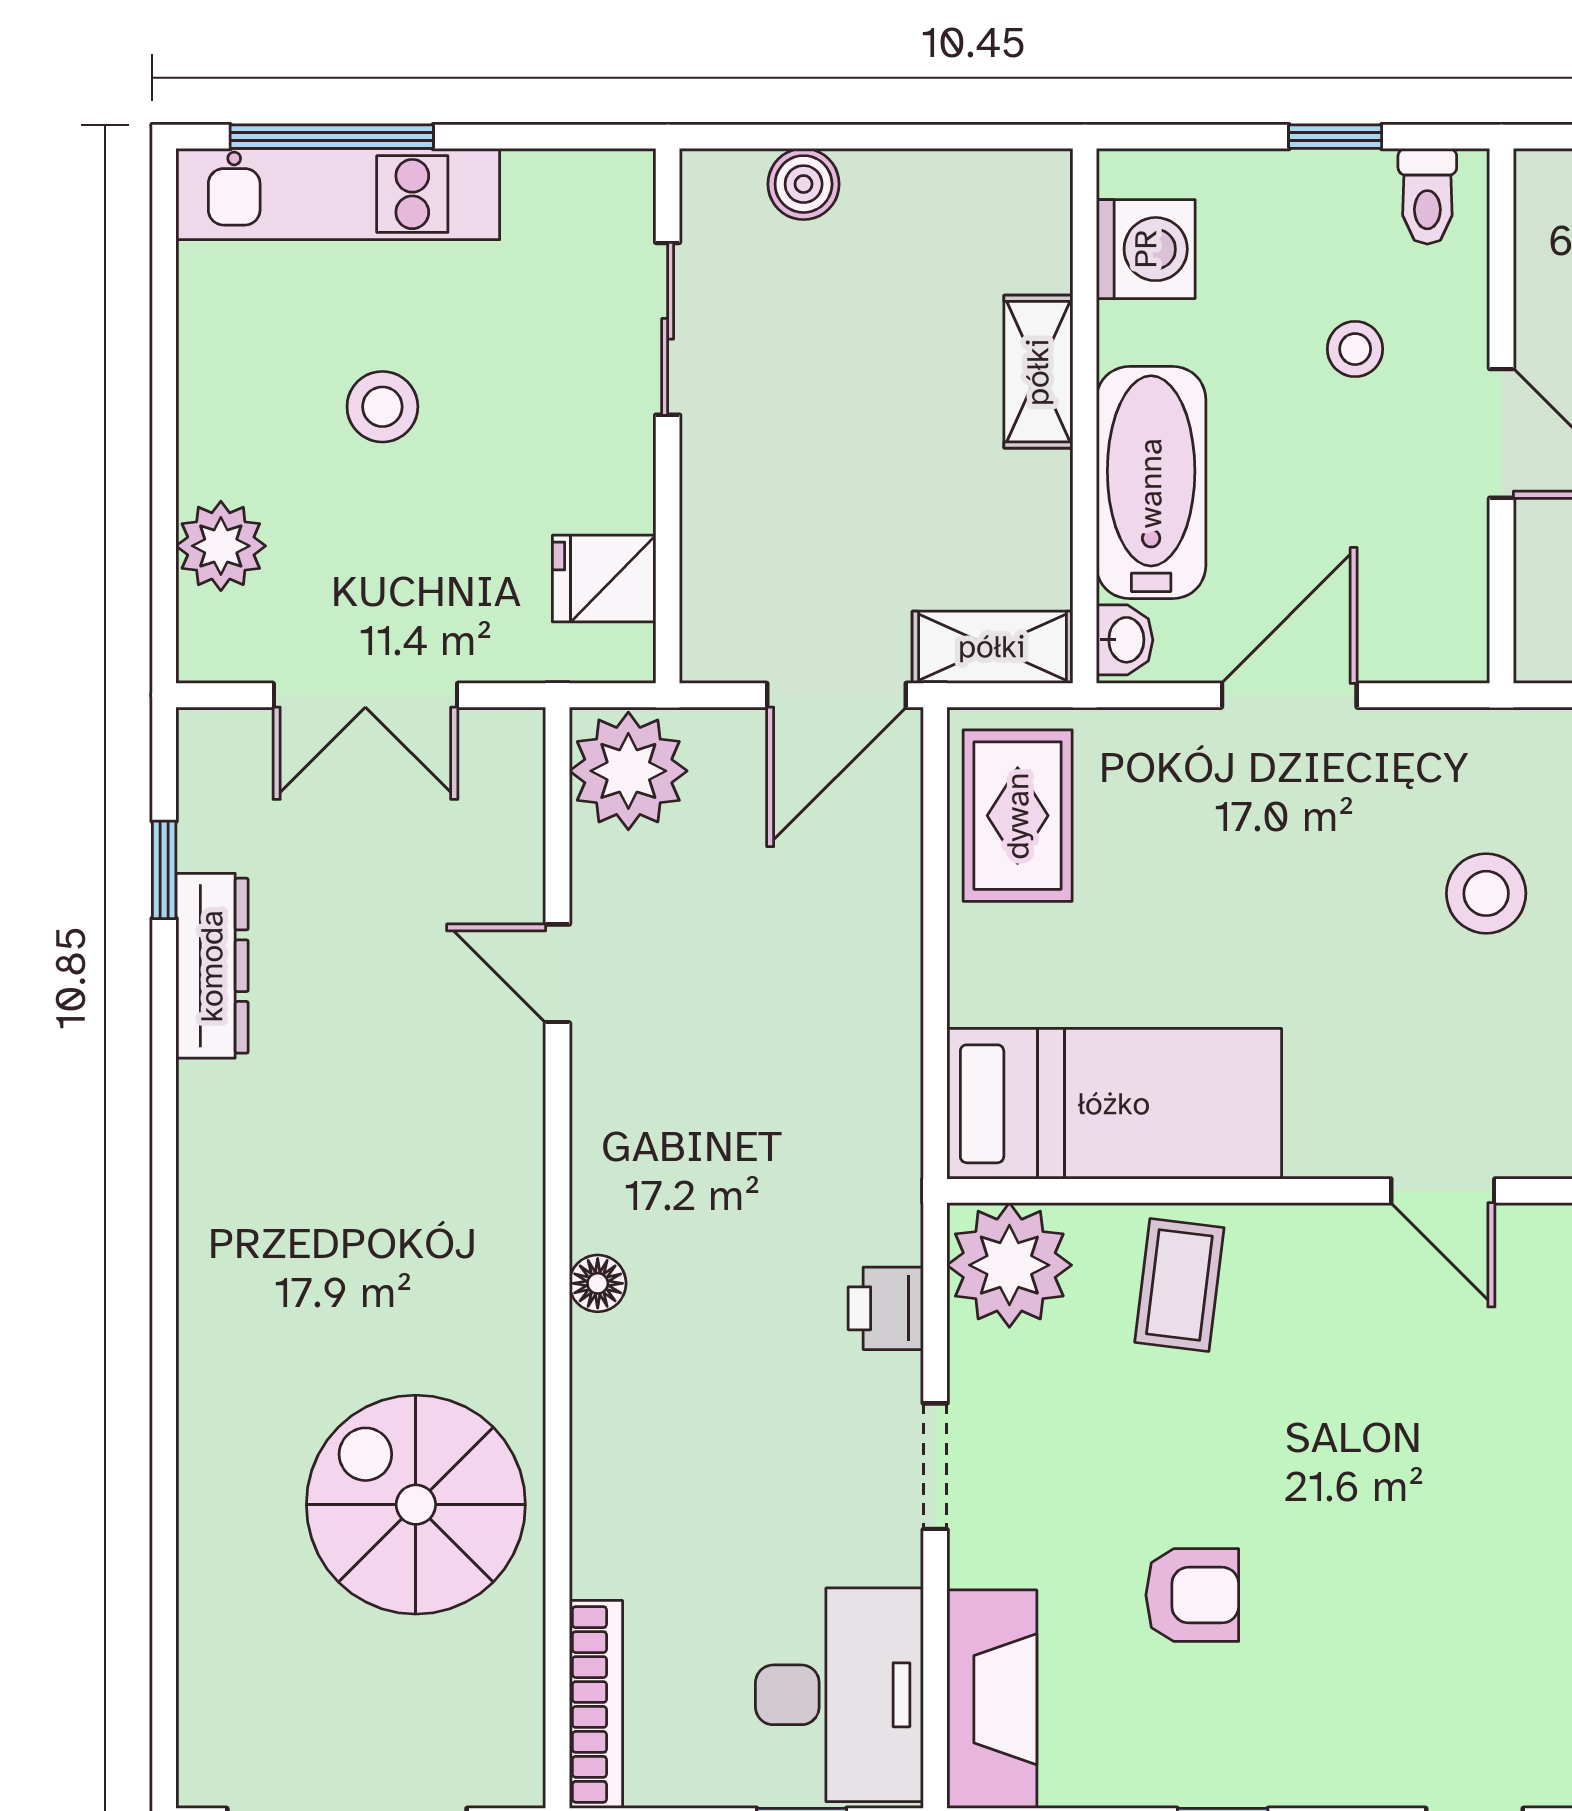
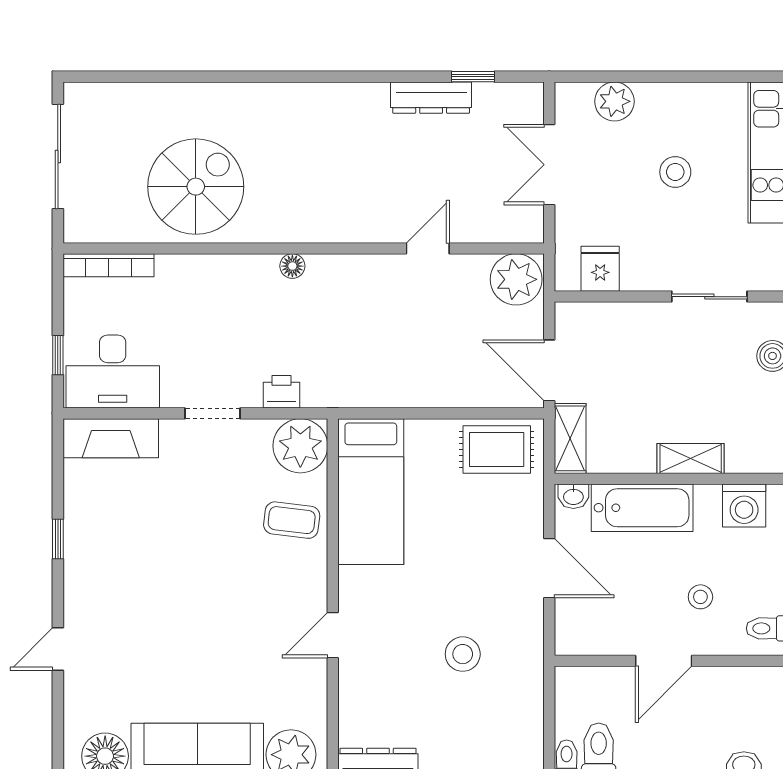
armchair: (1192, 1595) -> (156, 526), removed

